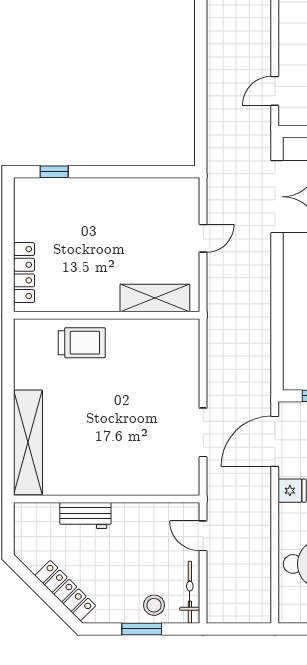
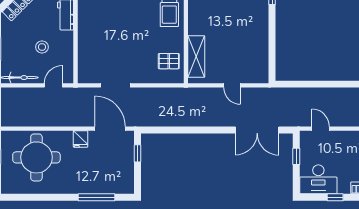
pallet: (163, 344) -> (169, 61), added
stool: (154, 605) -> (42, 47), moved

